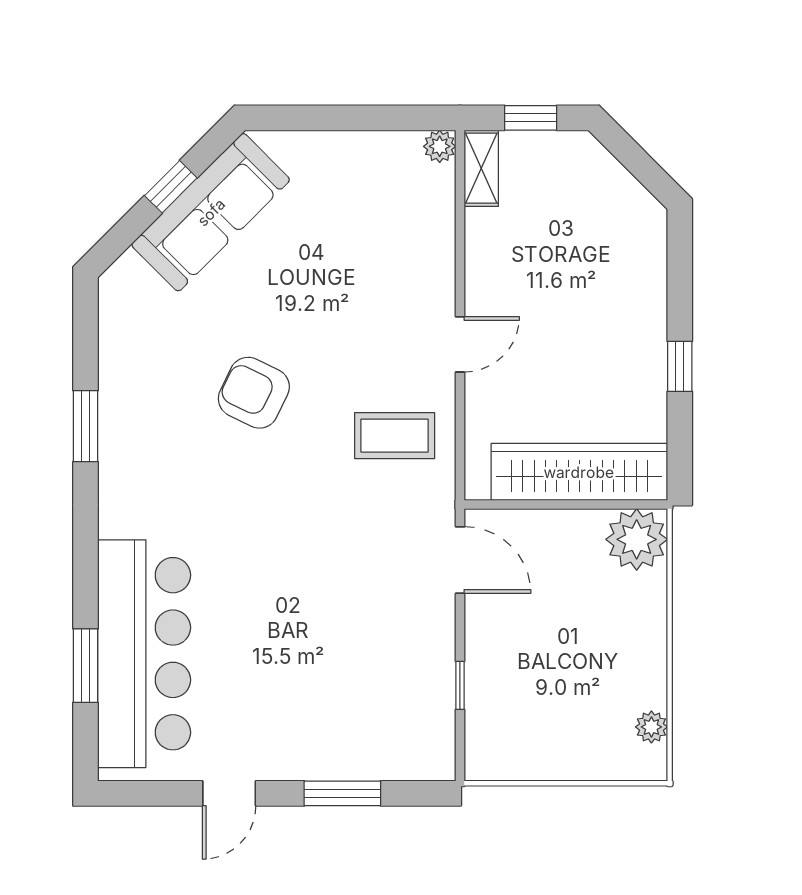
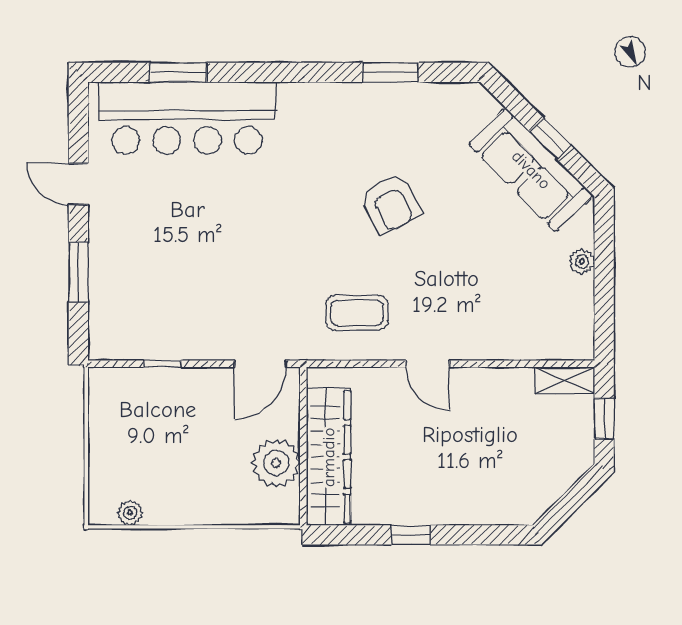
plant: (440, 146) -> (582, 262), moved
armchair: (254, 393) -> (390, 203), turned 127
window: (86, 426) -> (390, 72), moved
coffee table: (395, 436) -> (357, 313), turned 90
plant: (637, 539) -> (276, 463), moved

